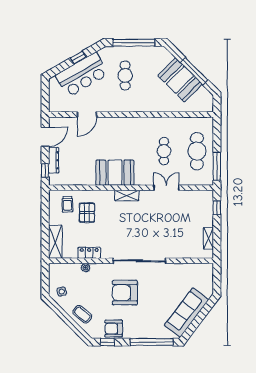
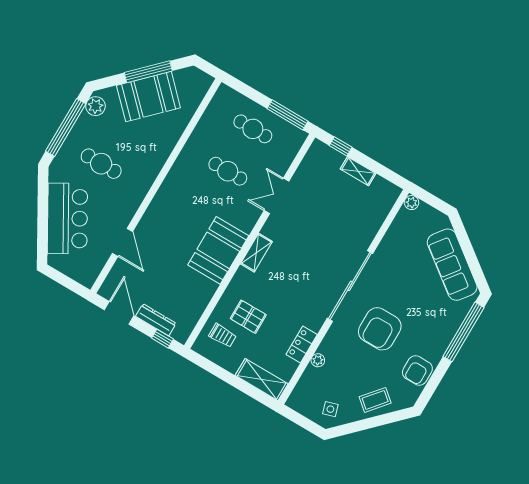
plant: (156, 53) -> (95, 106), added
window: (78, 58) -> (43, 210), removed
cafe table: (197, 151) -> (253, 129), width x0.73, depth x0.74
shelving: (208, 238) -> (358, 171), moved
plant: (209, 268) -> (412, 203), added
window: (107, 342) -> (430, 389), removed

